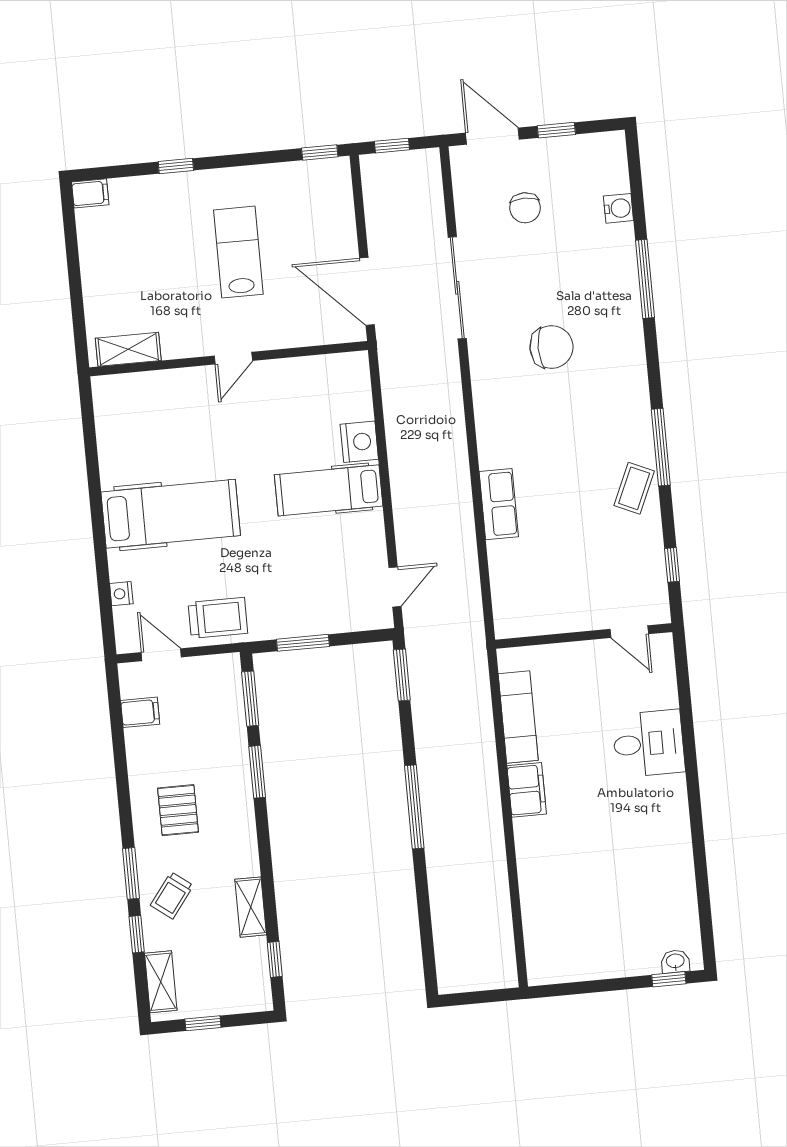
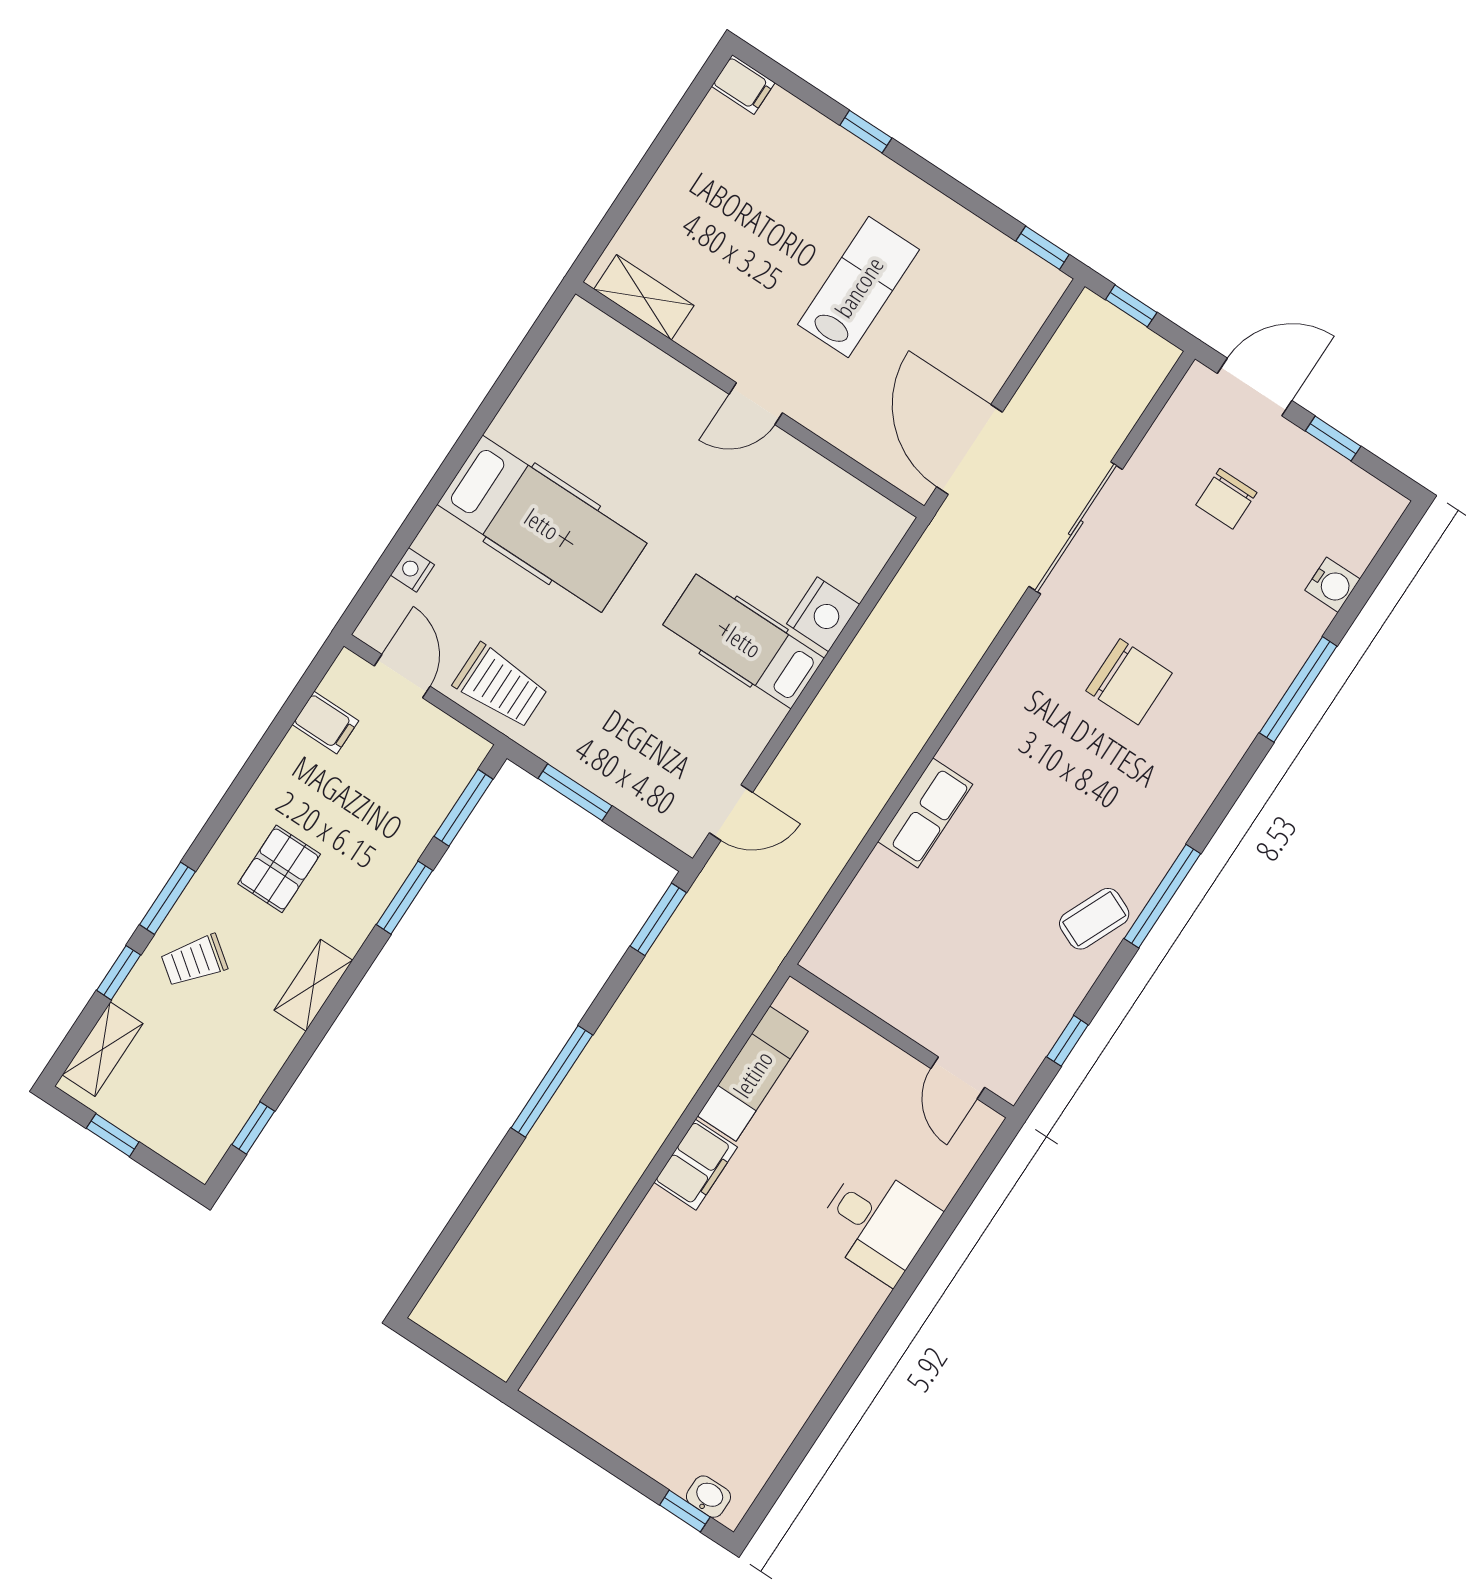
door: (492, 136) -> (1255, 387), hinge flipped
shelving: (251, 907) -> (313, 985), moved

